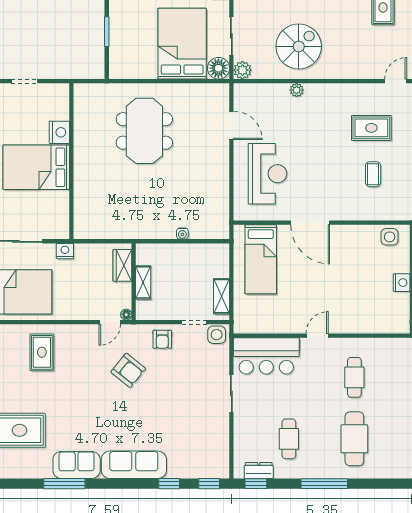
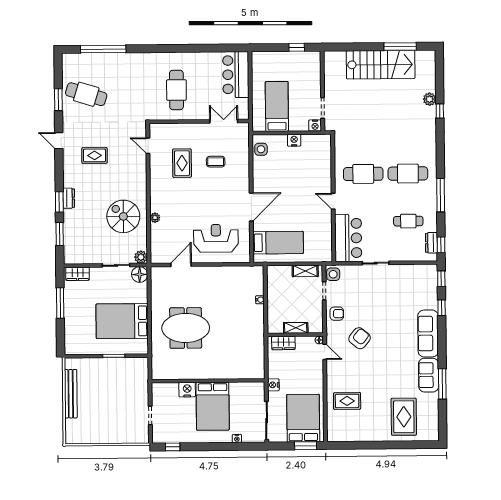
bed: (182, 44) -> (122, 321), moved
cafe table: (354, 377) -> (363, 174), width x1.37, depth x1.35

